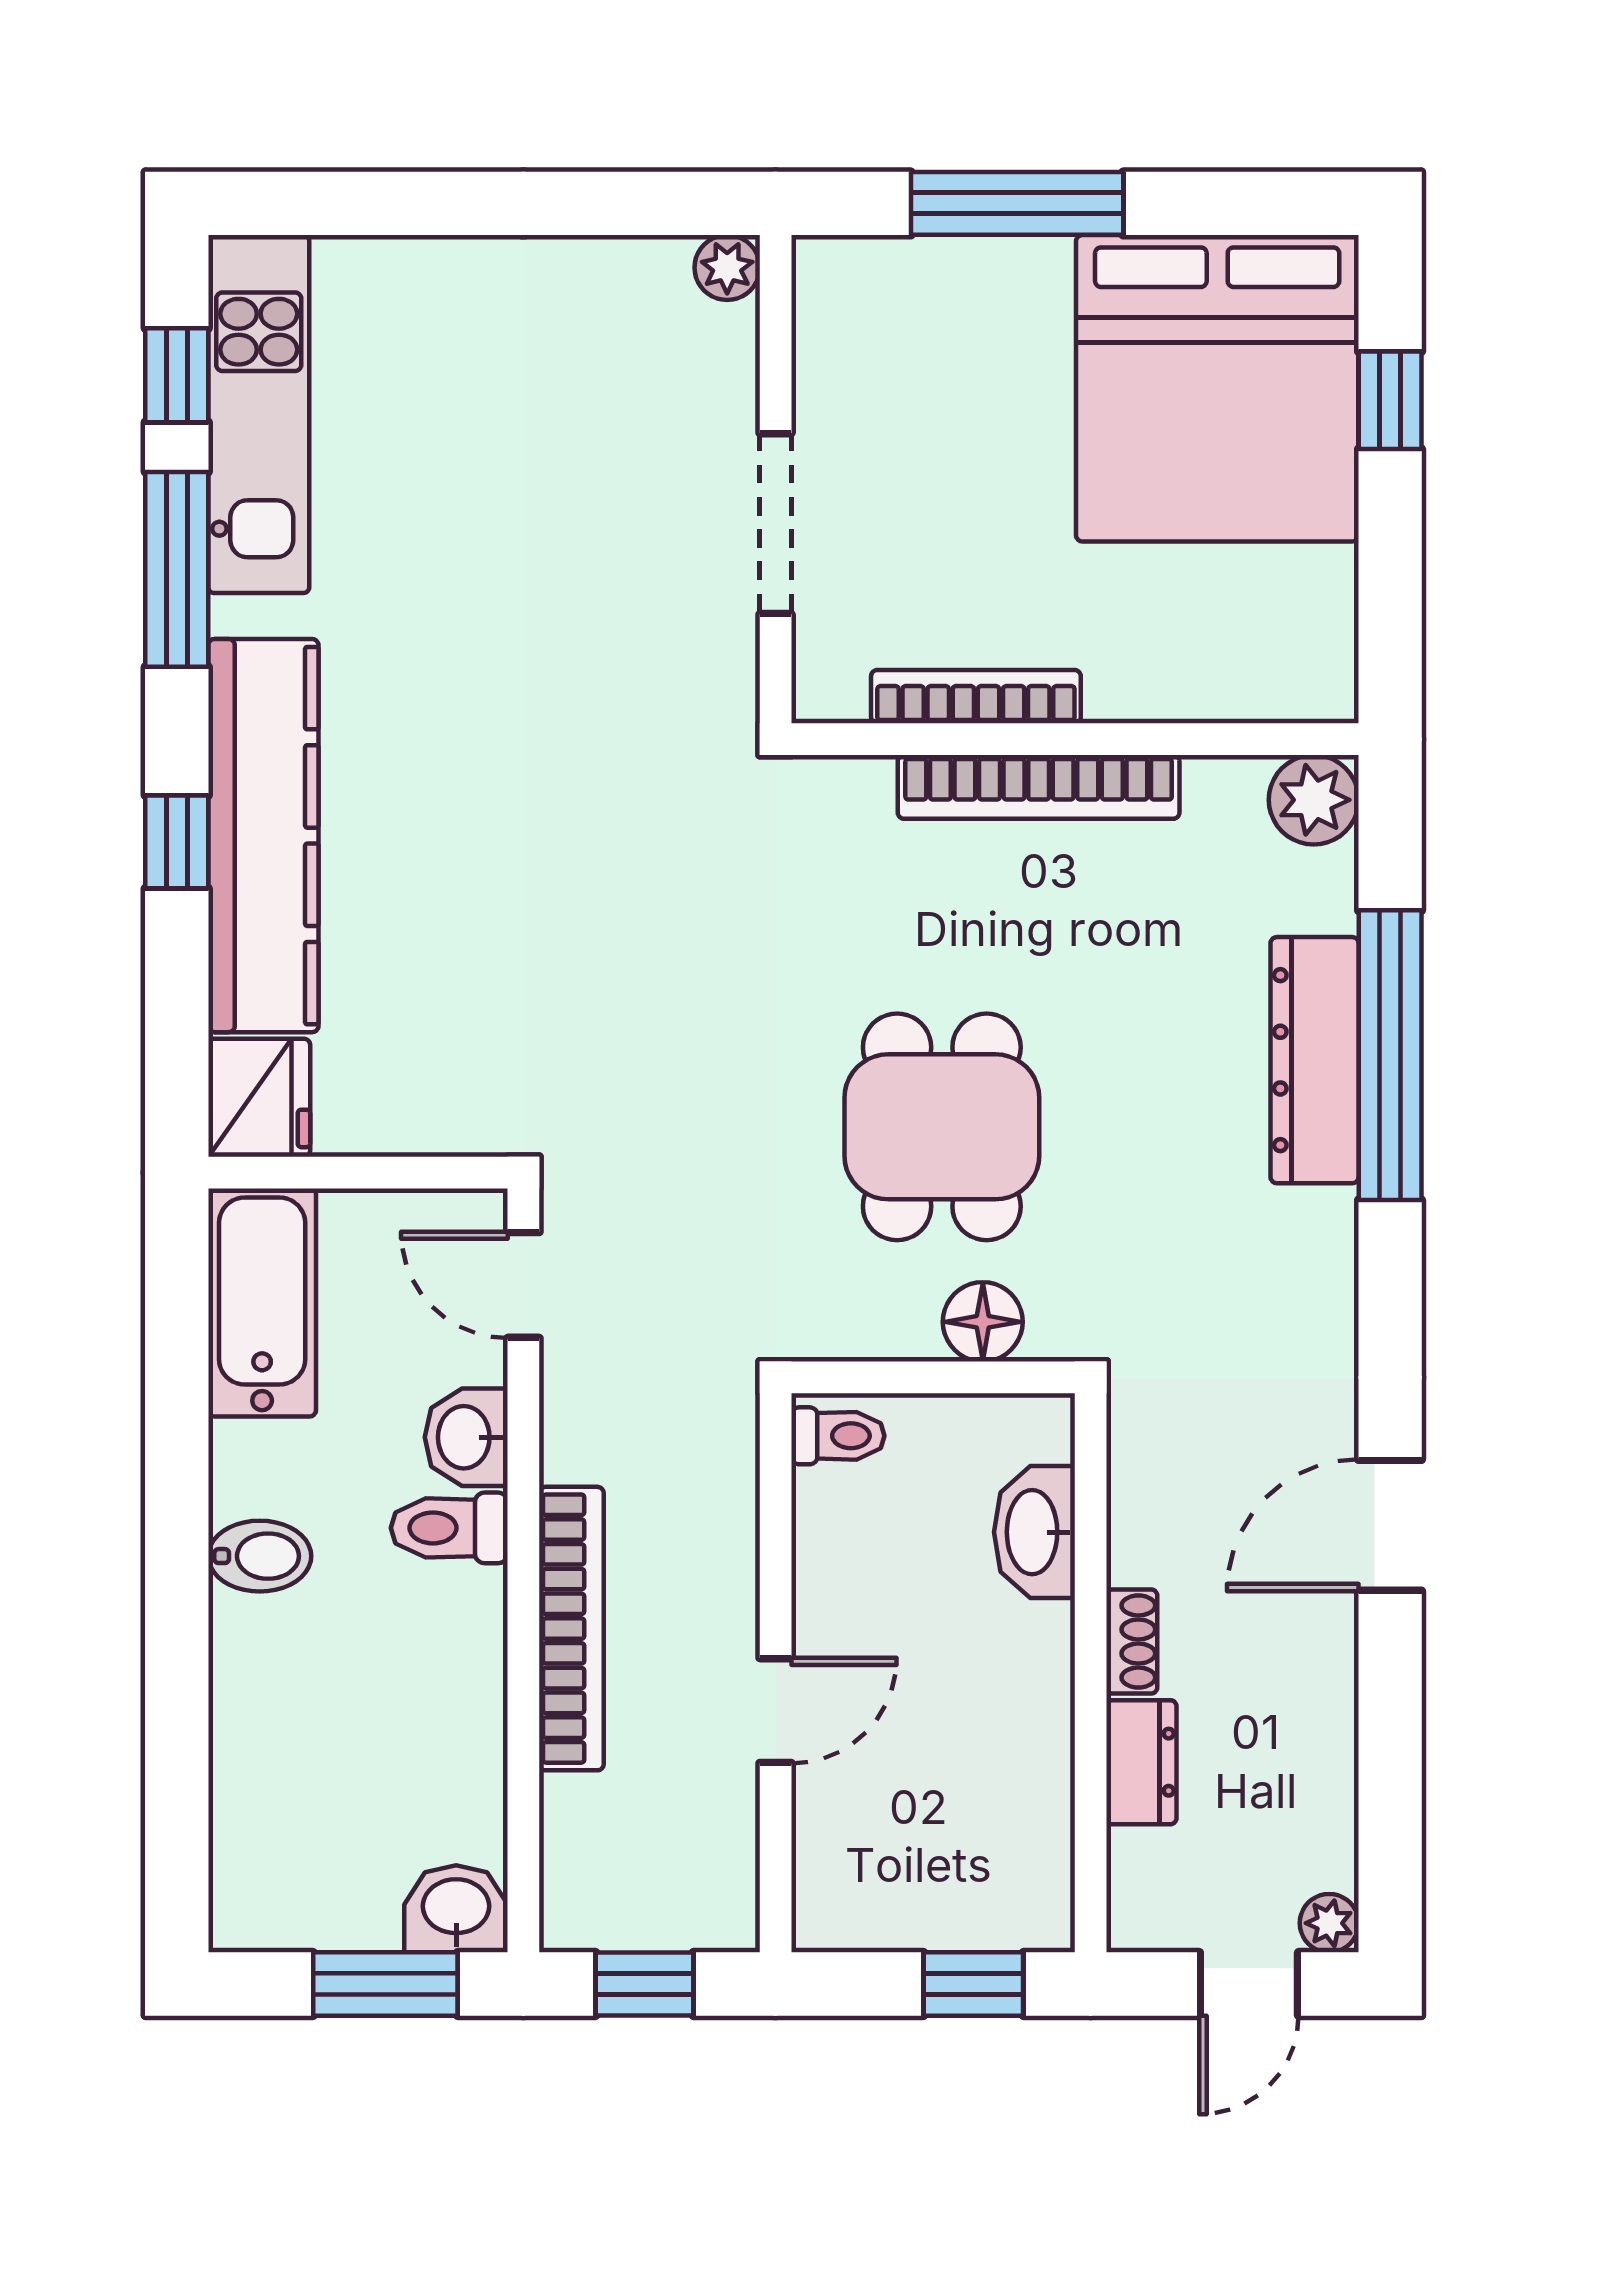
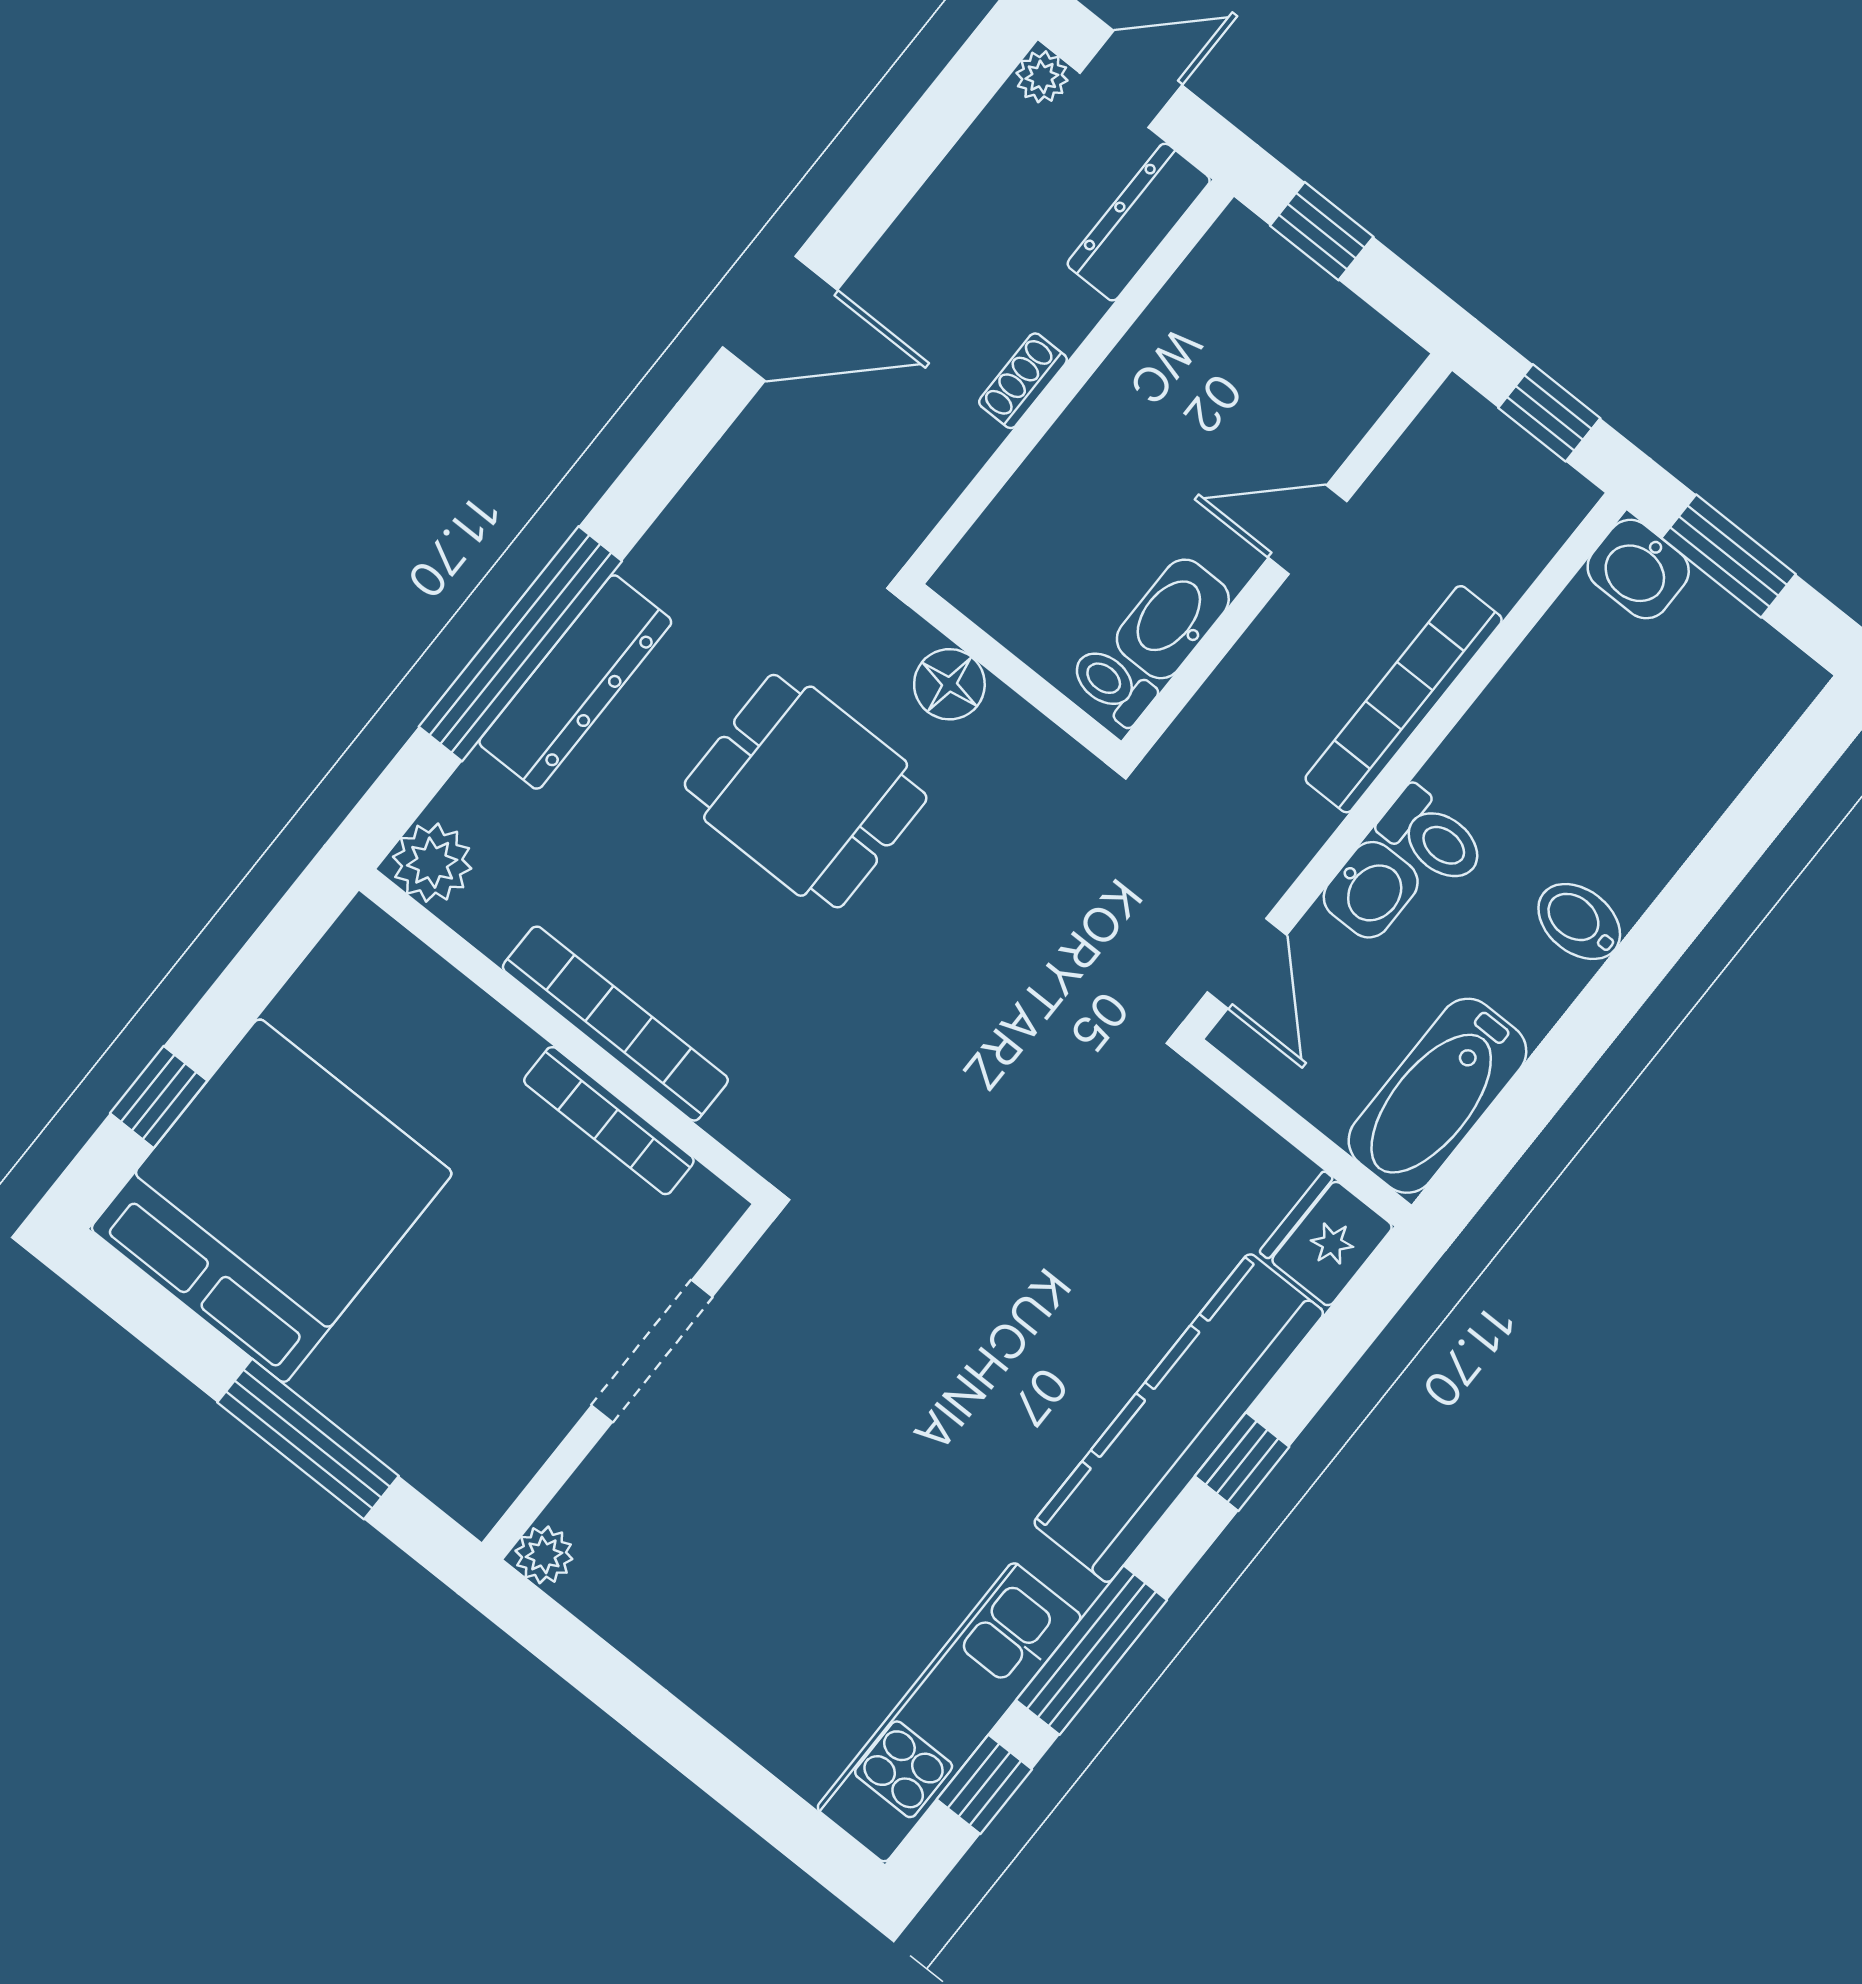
dining table: (942, 1127) -> (806, 791), moved, turned 90
washbasin: (1034, 1532) -> (1173, 619), moved, turned 180
dresser: (1141, 1762) -> (1139, 222), moved, width x1.44

